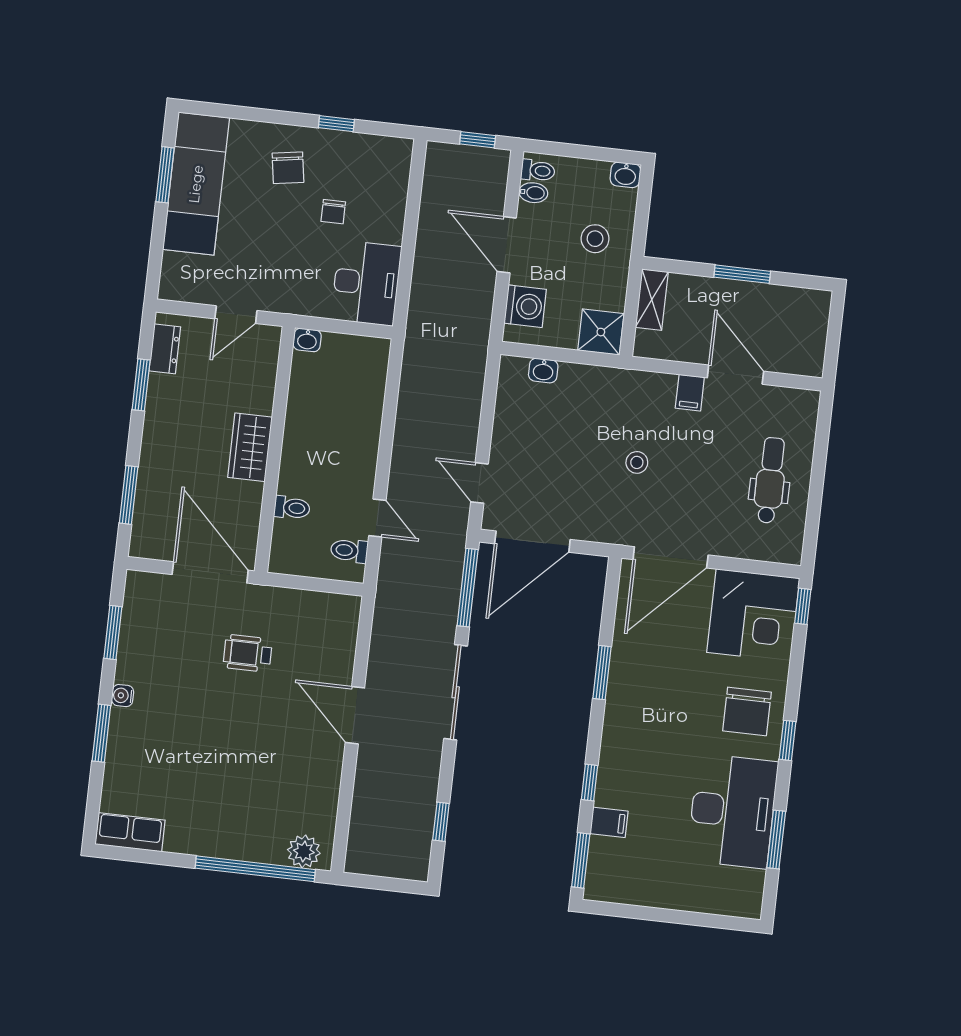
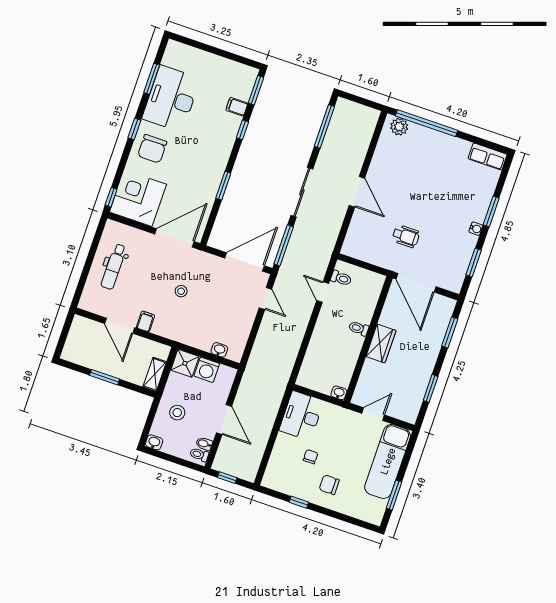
chair: (288, 168) -> (329, 485), turned -81
exam couch: (196, 184) -> (388, 461), moved
washing machine: (525, 306) -> (207, 370), moved, turned -90
dresser: (165, 349) -> (414, 404), removed
toilet: (292, 508) -> (359, 328), moved
chair: (747, 711) -> (152, 149), turned 180
window: (441, 822) -> (324, 126), width x2.17

